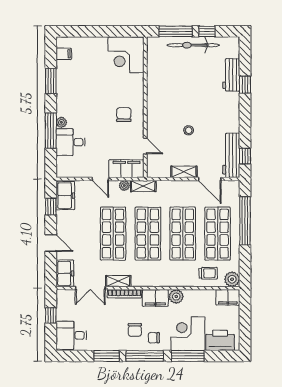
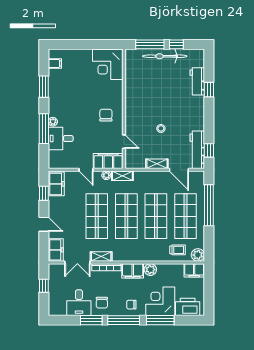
chair: (135, 330) -> (102, 303), moved
desk: (71, 335) -> (79, 303), moved, turned -90

